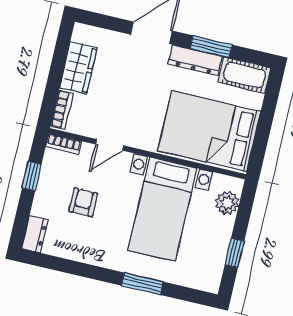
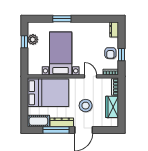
window: (211, 47) -> (56, 130), width x1.44
stool: (135, 84) -> (86, 106), added
door: (110, 145) -> (90, 76), hinge flipped
armchair: (83, 202) -> (110, 53), moved
plant: (227, 203) -> (33, 39), moved

